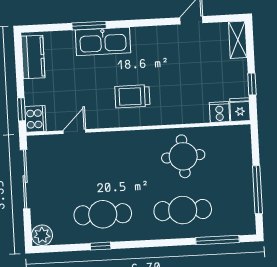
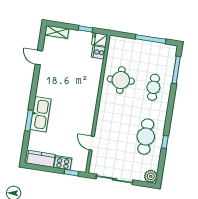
trolley: (132, 96) -> (78, 103), removed
cooker: (36, 119) -> (63, 163), moved
cafe table: (183, 210) -> (153, 87), width x0.73, depth x0.74

